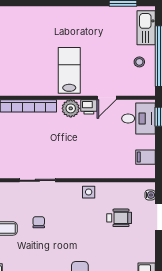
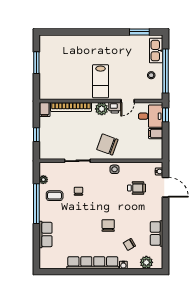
lab bench: (69, 70) -> (101, 81), turned 180
filing cabinet: (146, 157) -> (156, 134), moved
chair: (79, 158) -> (107, 144), added

